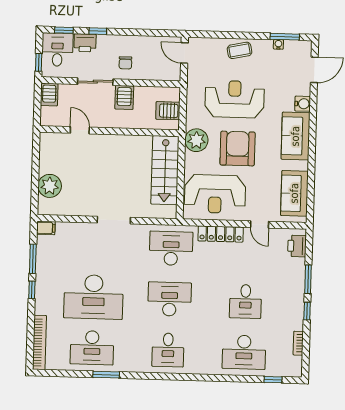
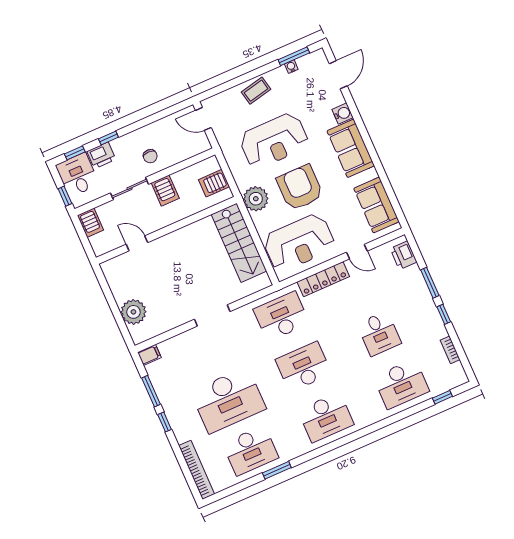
reception desk: (235, 99) -> (274, 141), turned 180
desk: (168, 350) -> (326, 417), width x1.37

